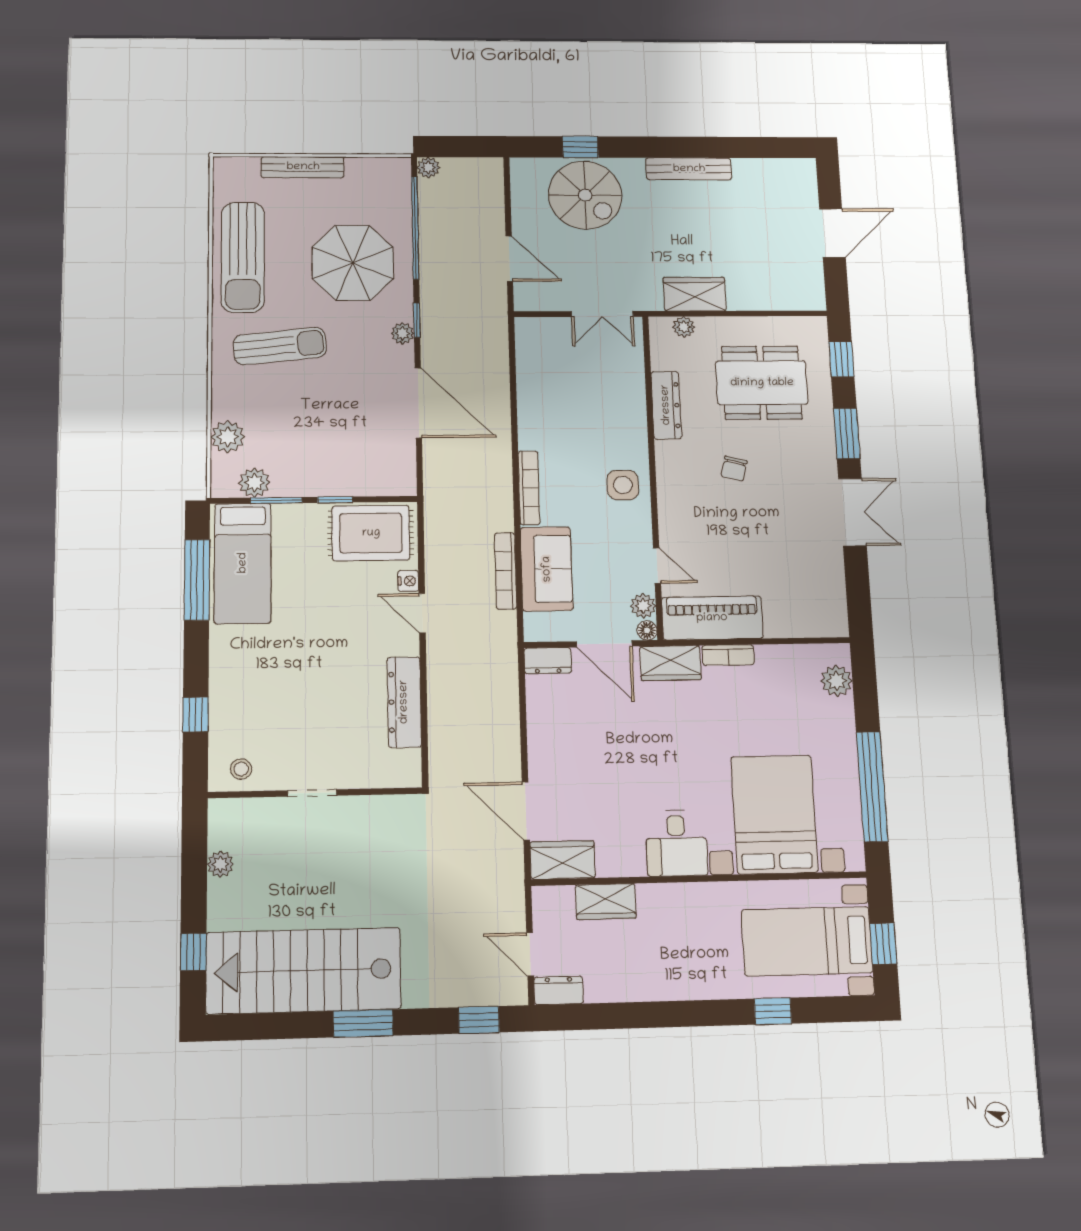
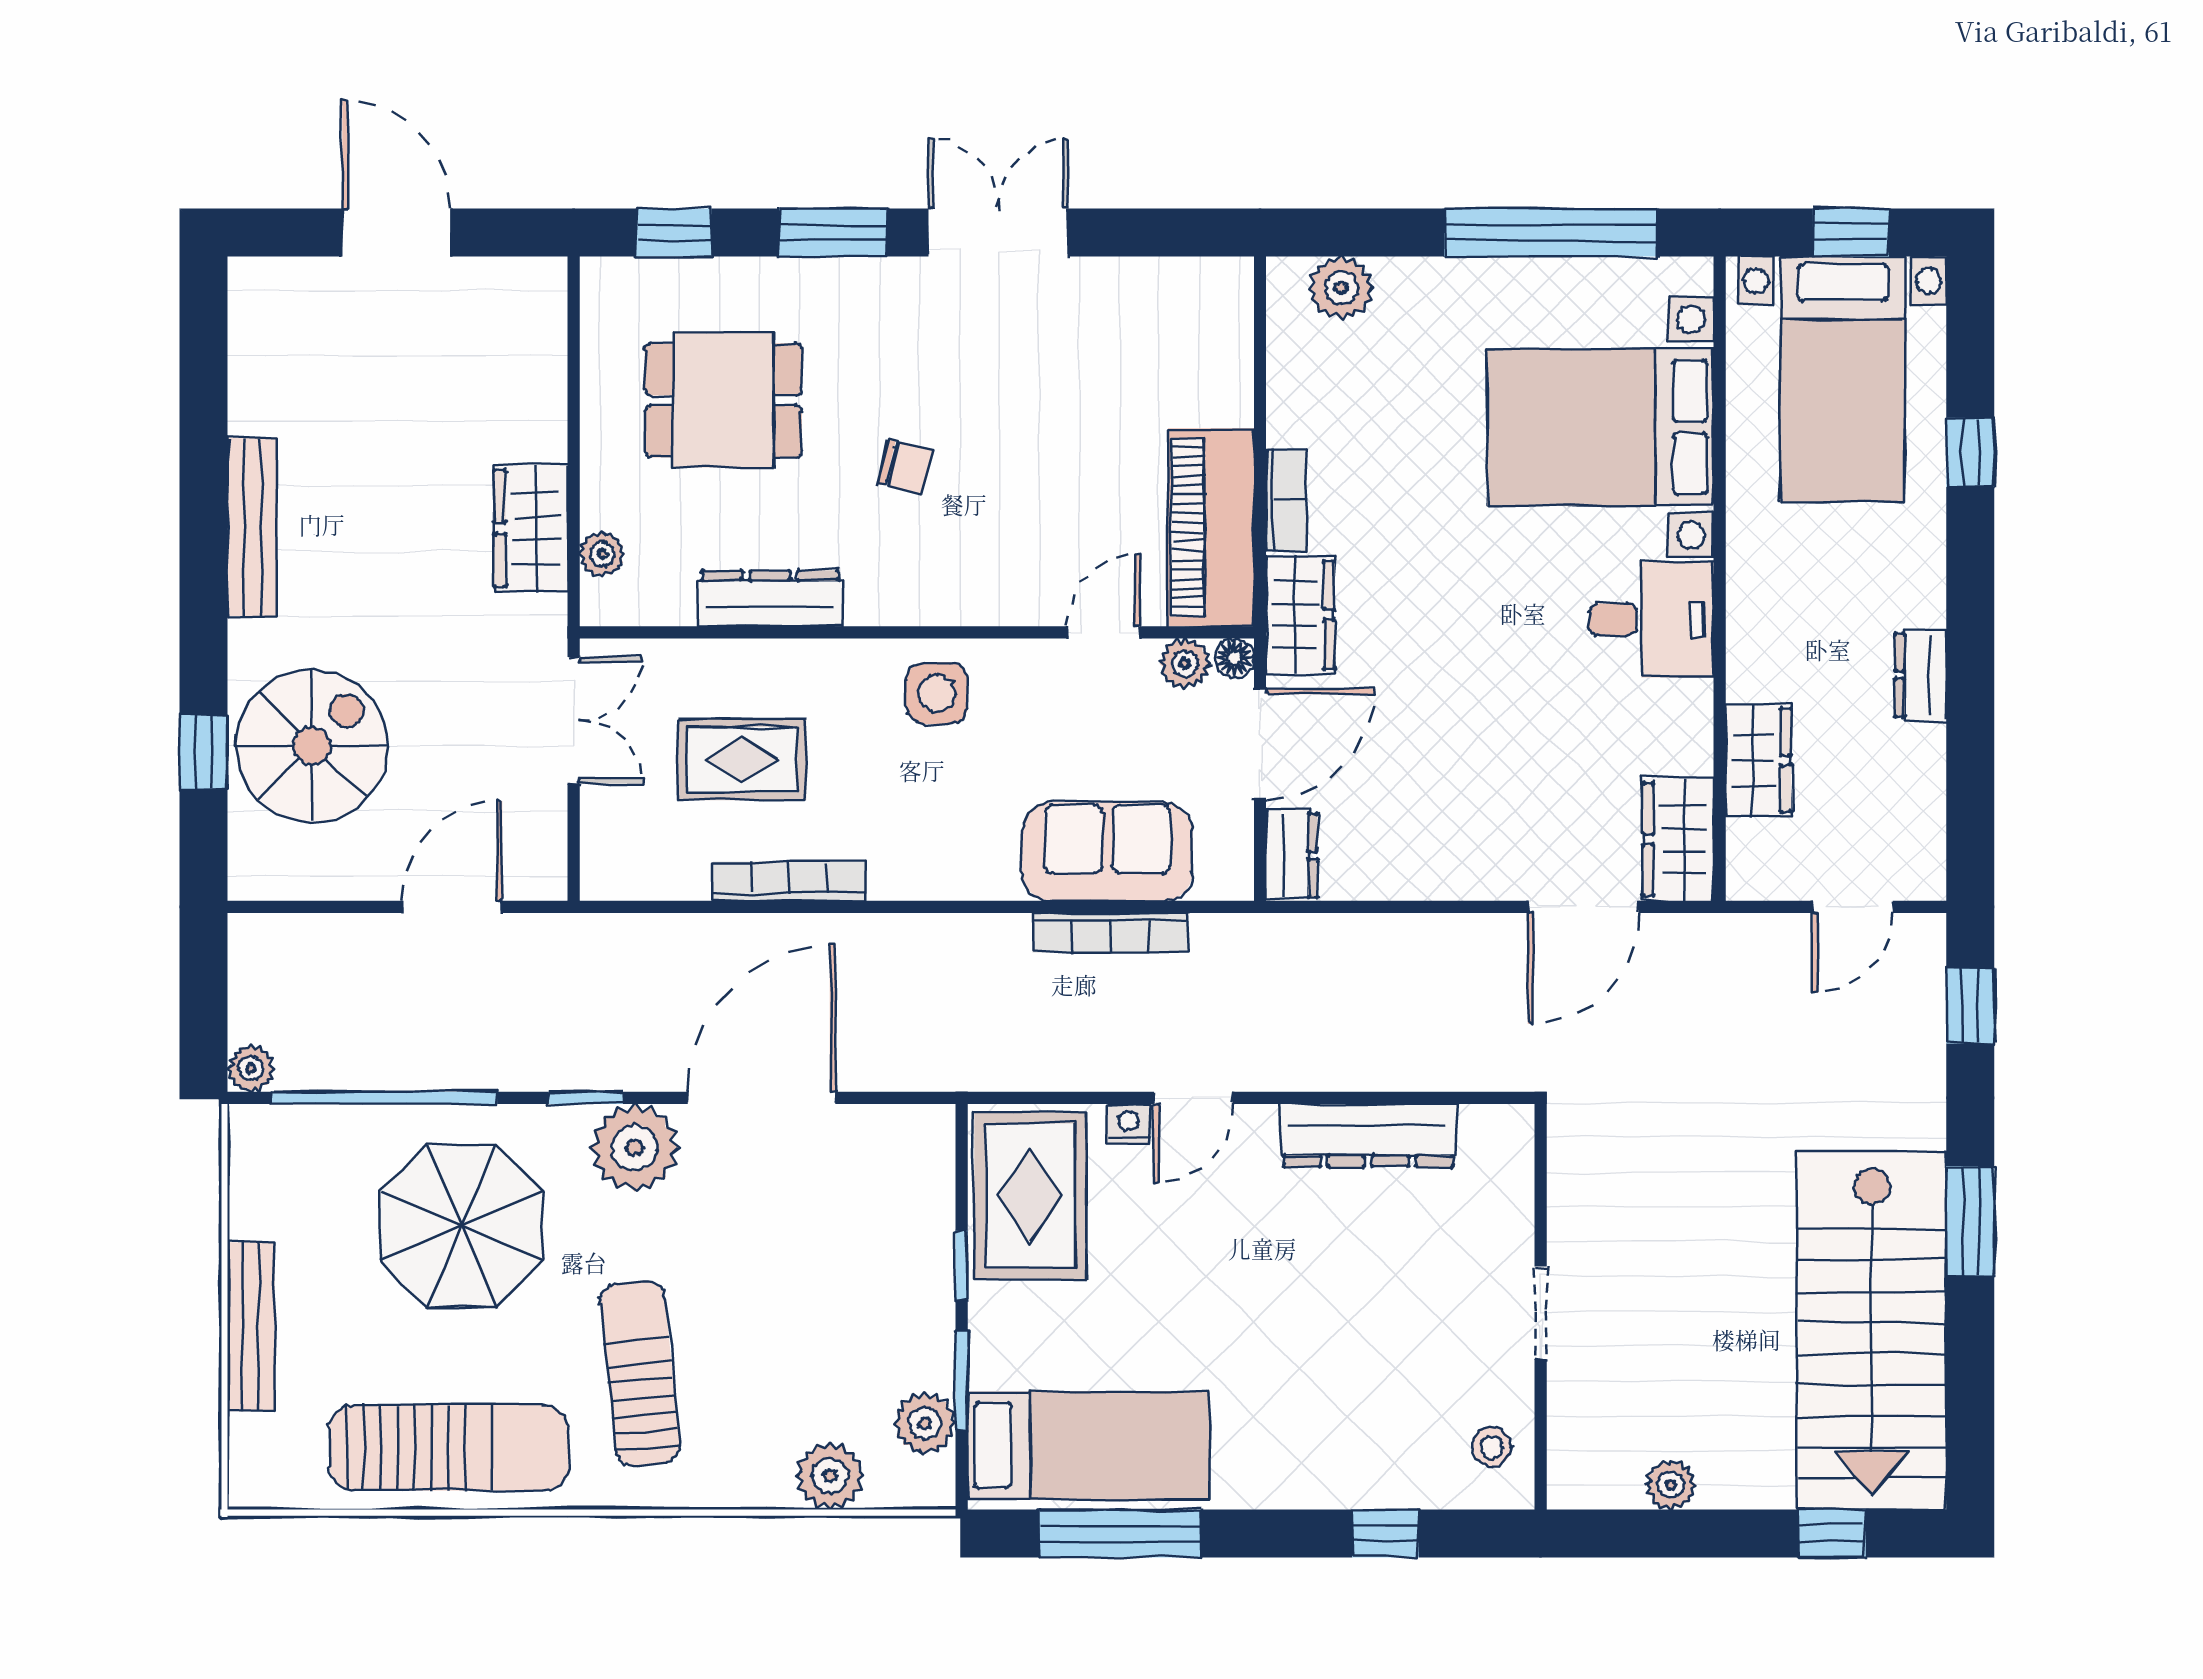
plant: (403, 333) -> (635, 1148), width x1.88, depth x1.88
dining table: (762, 383) -> (723, 400), width x0.73
rug: (586, 393) -> (742, 759), added
bookcase: (529, 488) -> (790, 881), moved
dresser: (559, 990) -> (1921, 675), moved

